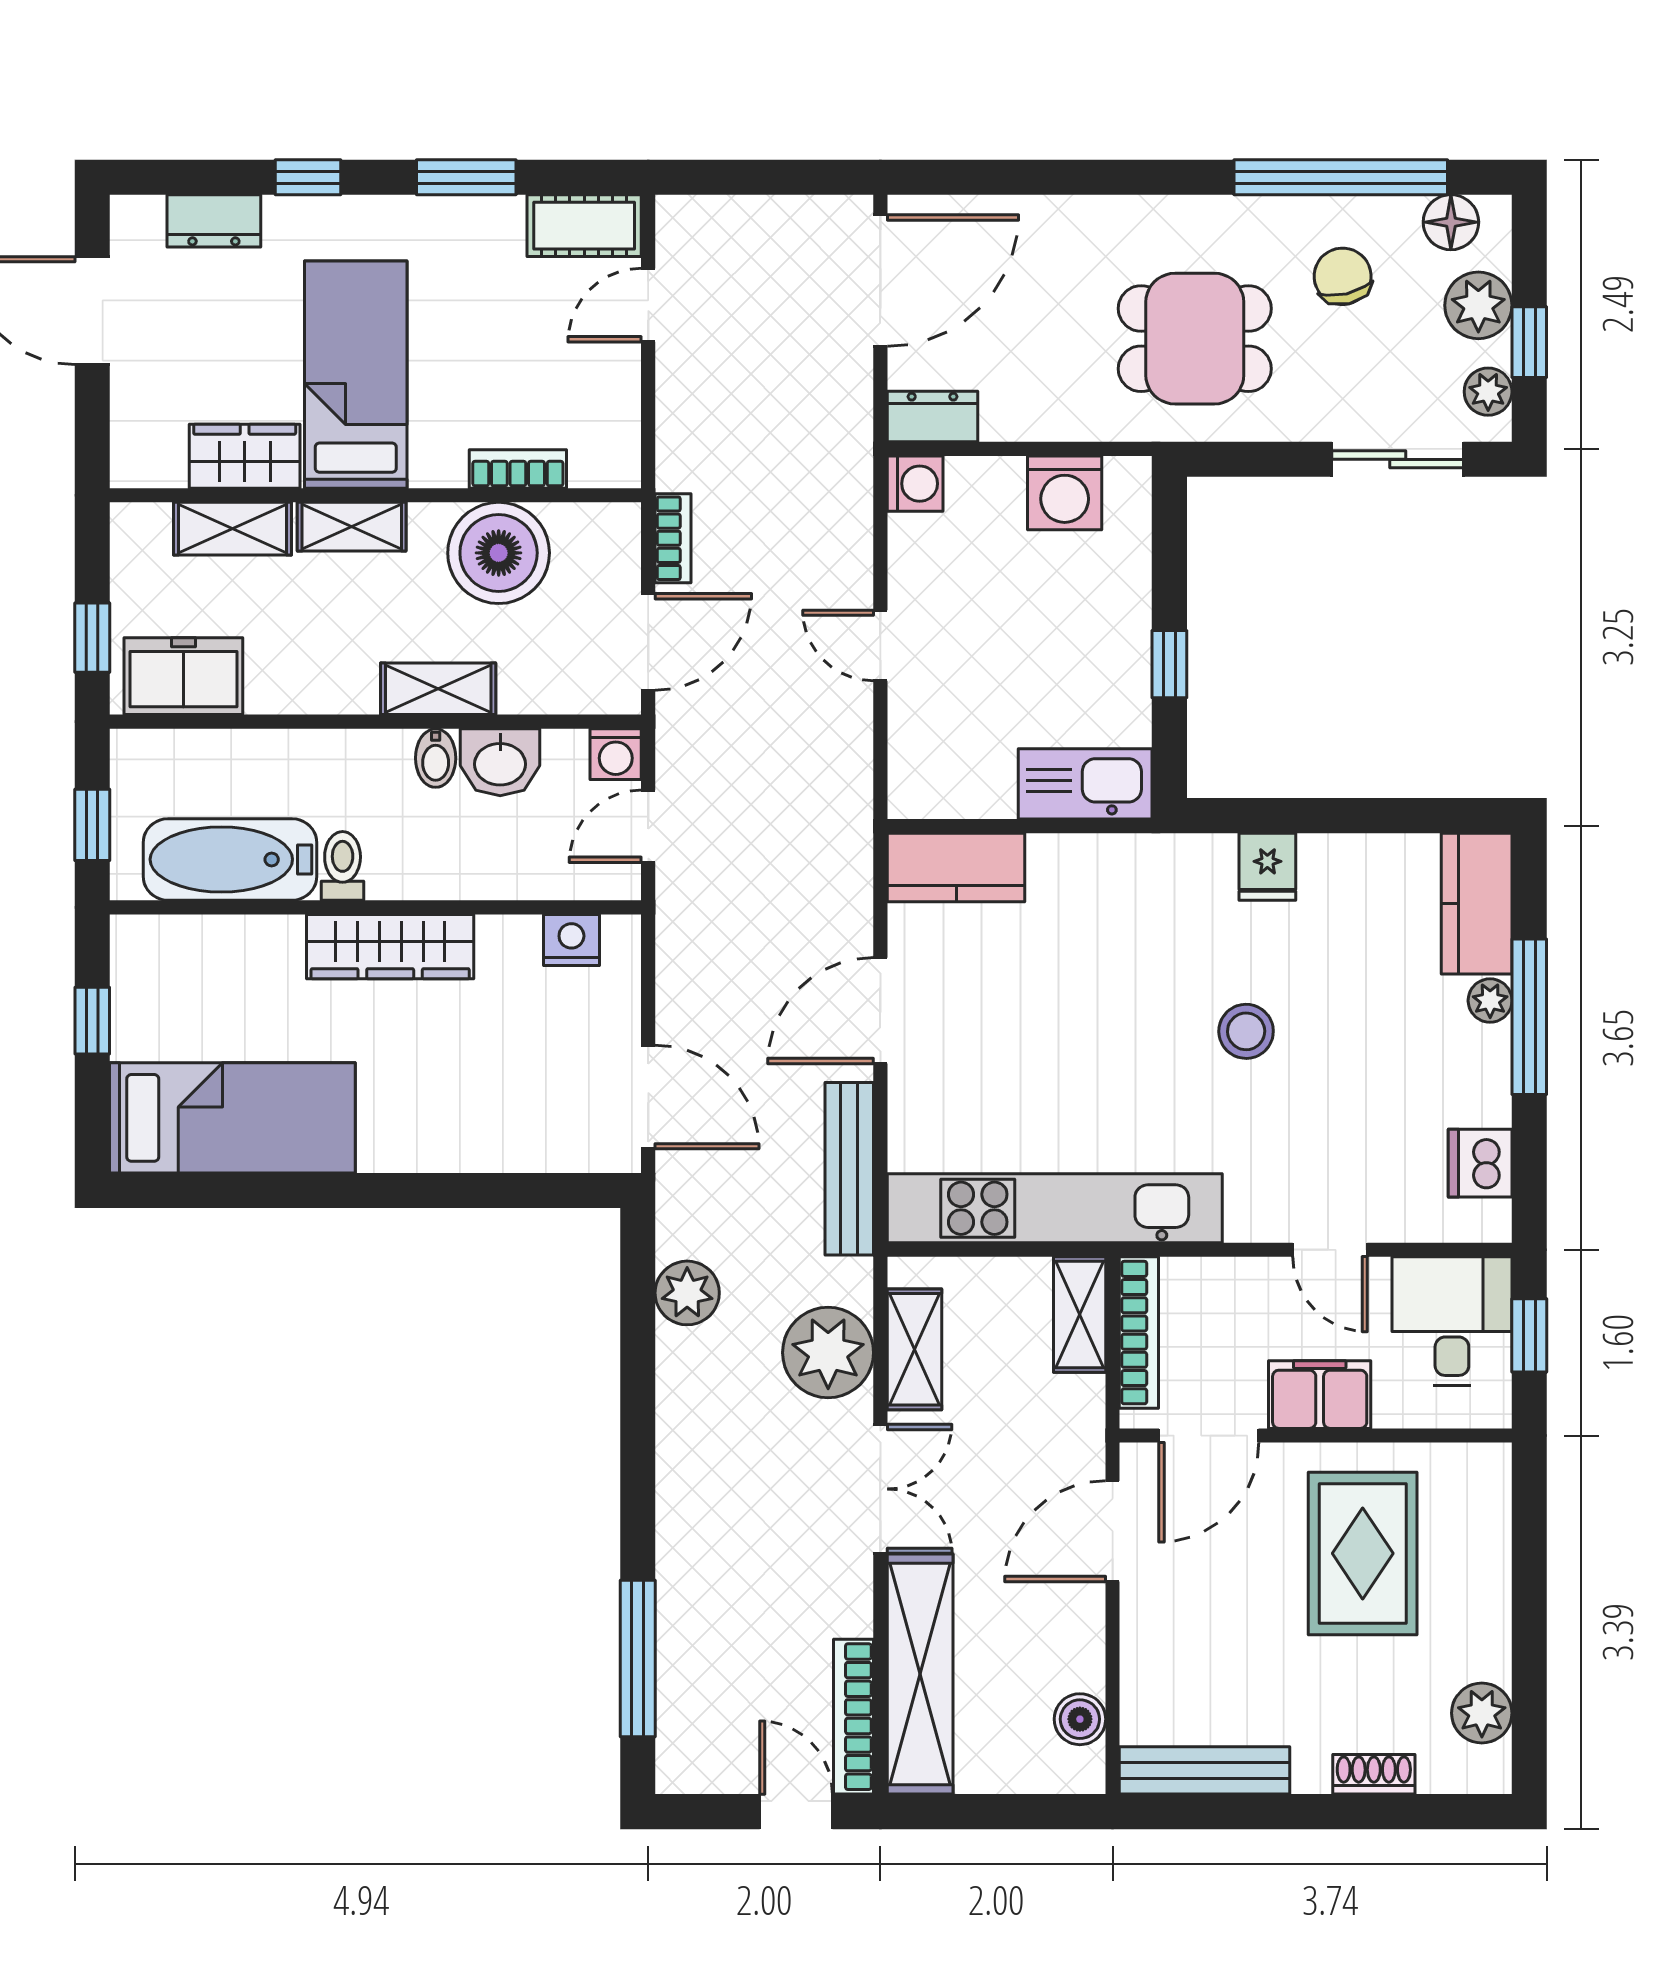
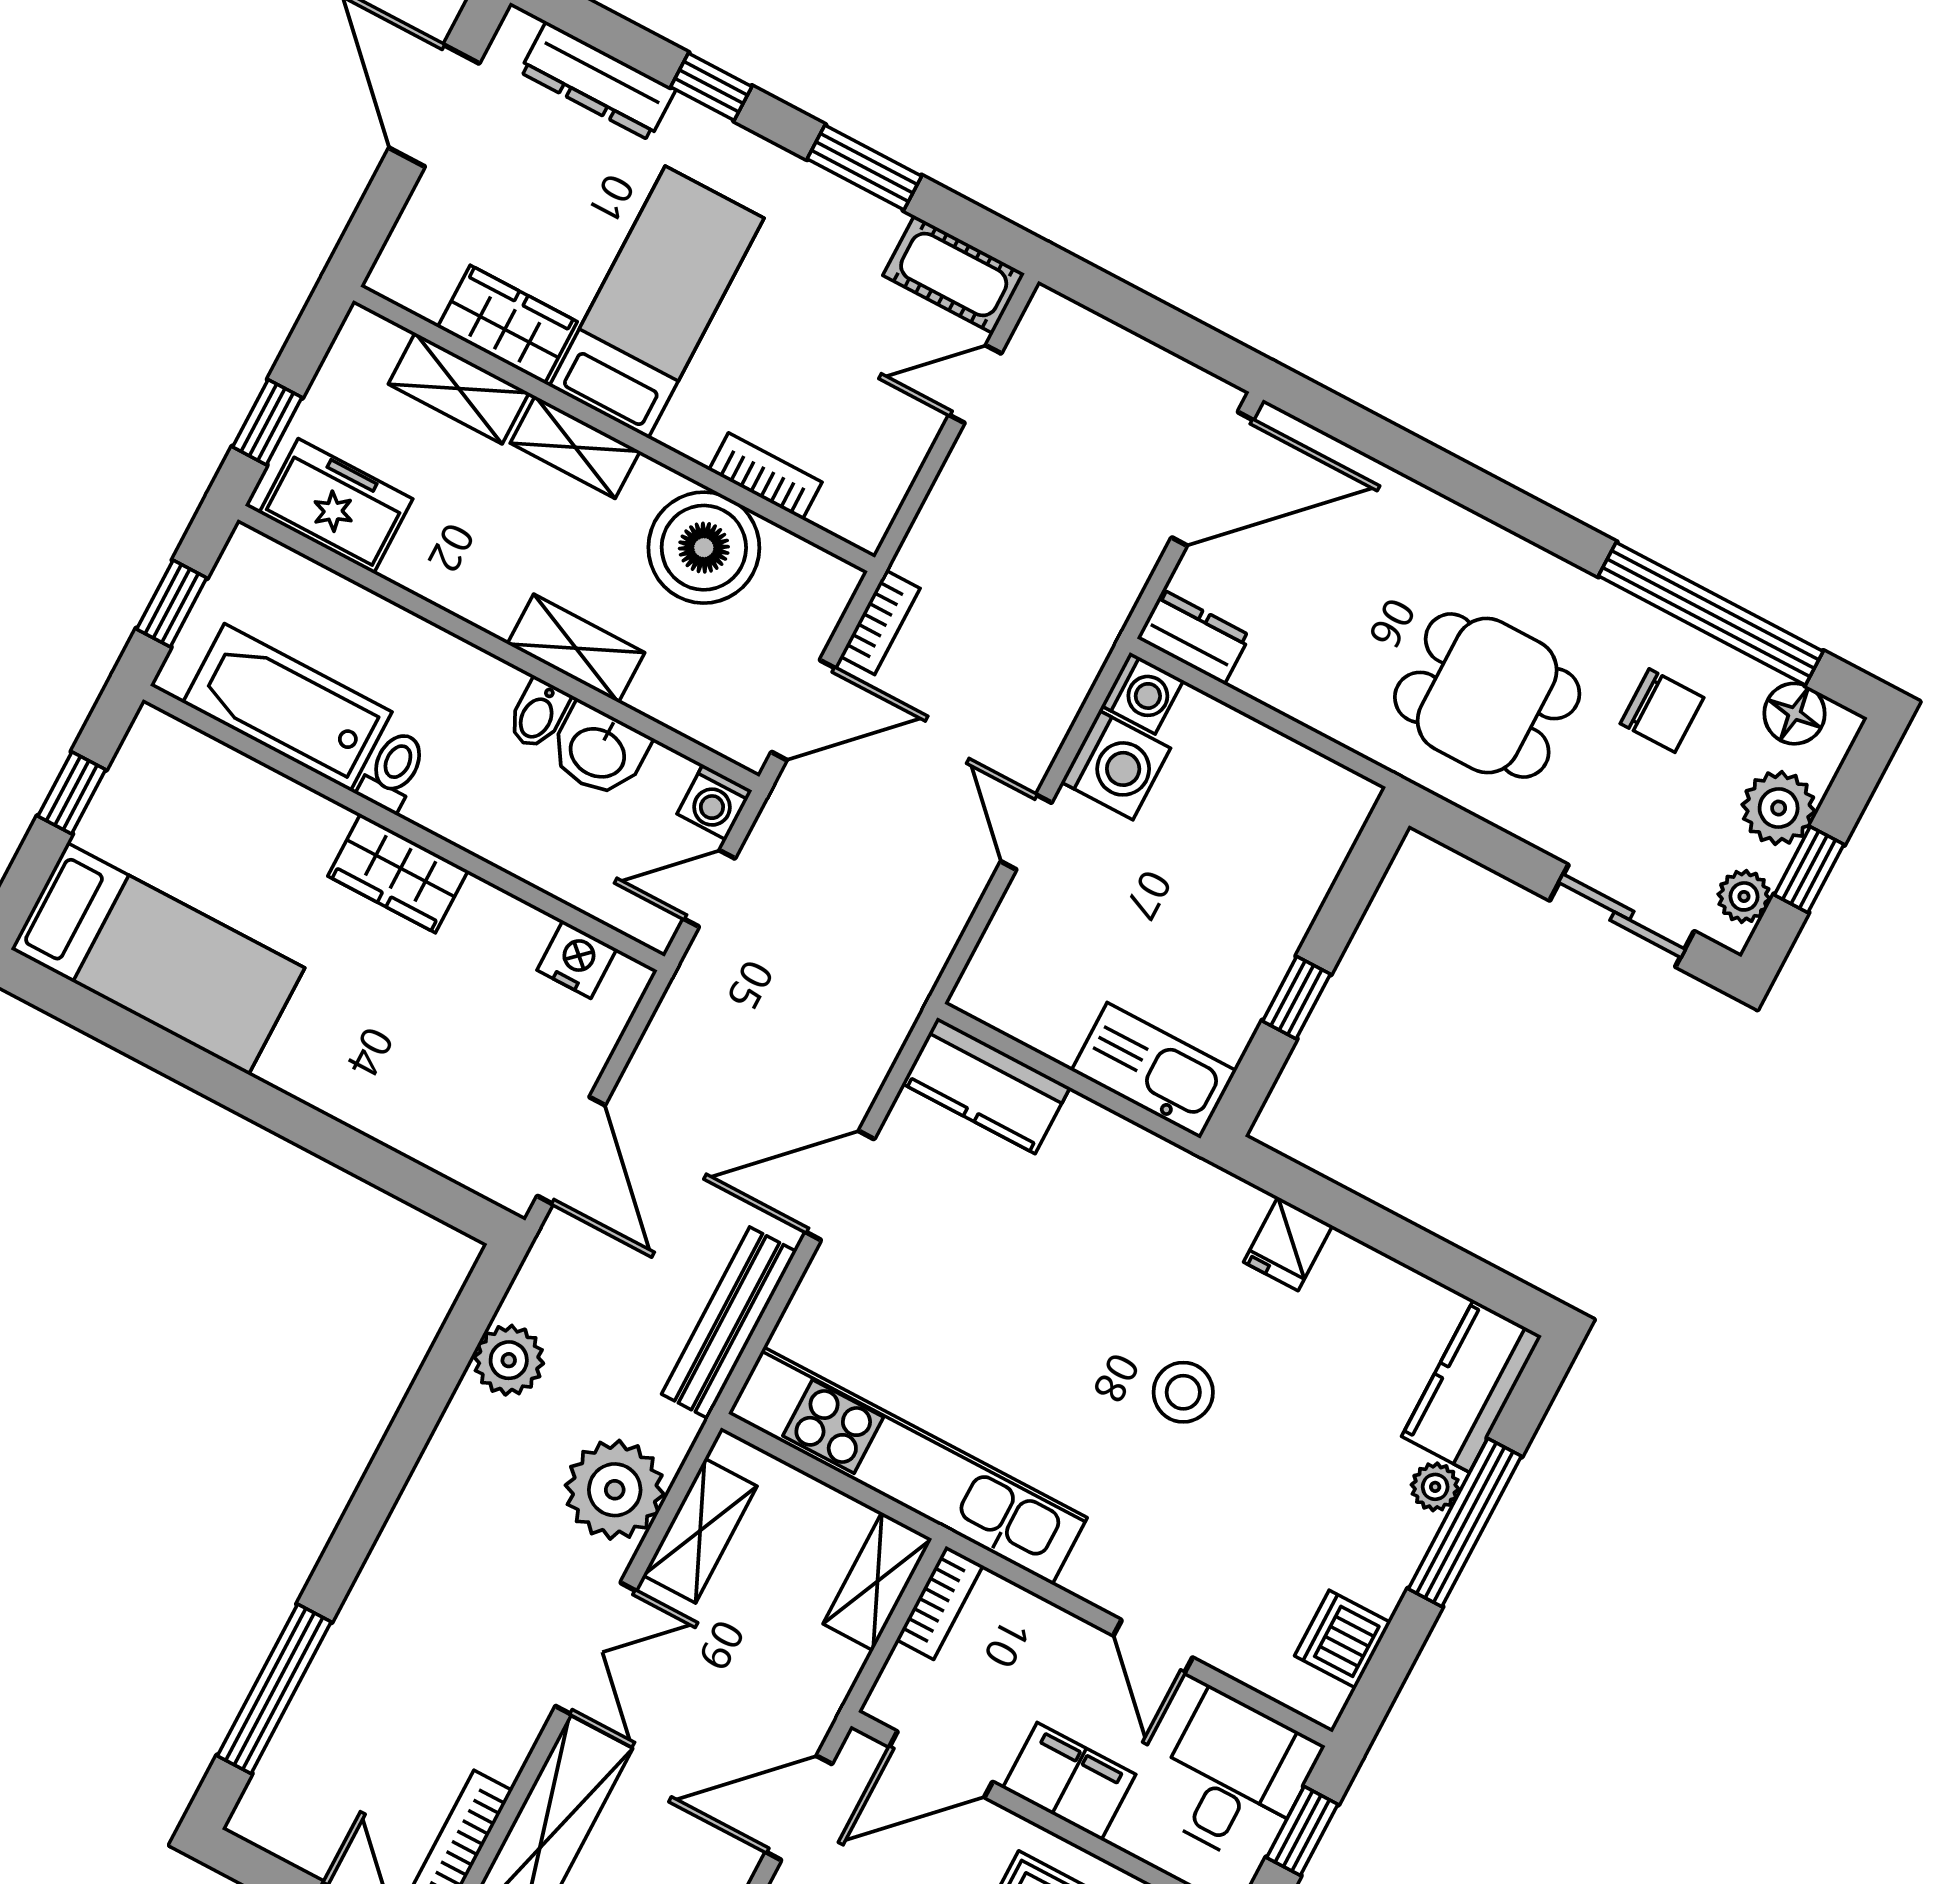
dresser: (214, 221) -> (598, 81), width x1.44
chair: (1343, 276) -> (1662, 711), turned 103
washing machine: (1065, 493) -> (1116, 765), moved, turned -90
wardrobe: (390, 947) -> (398, 873), width x0.67
bookcase: (1139, 1333) -> (940, 1603), width x0.64

